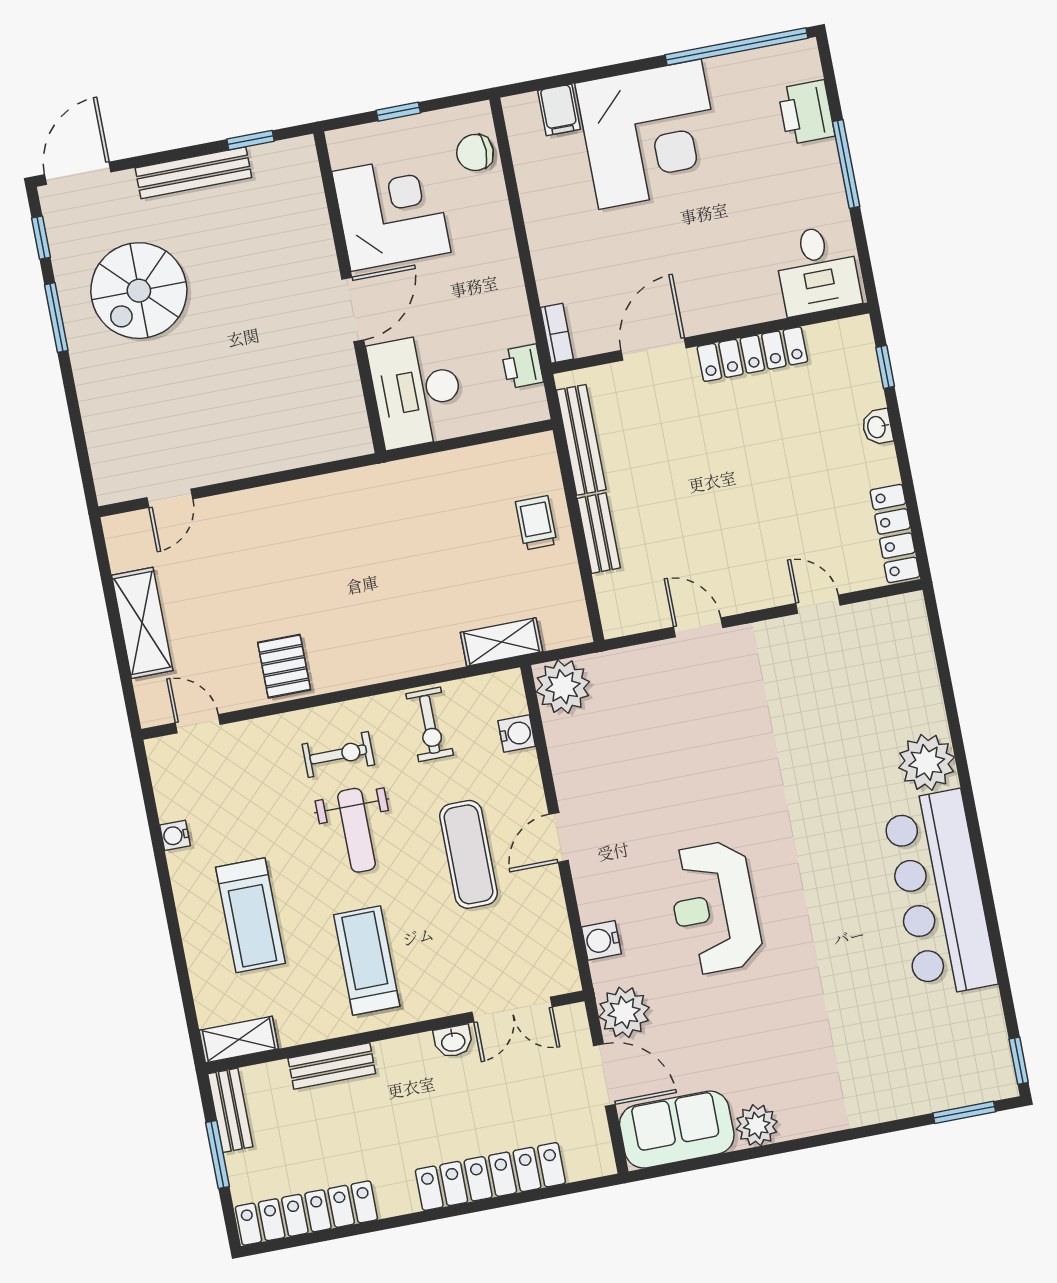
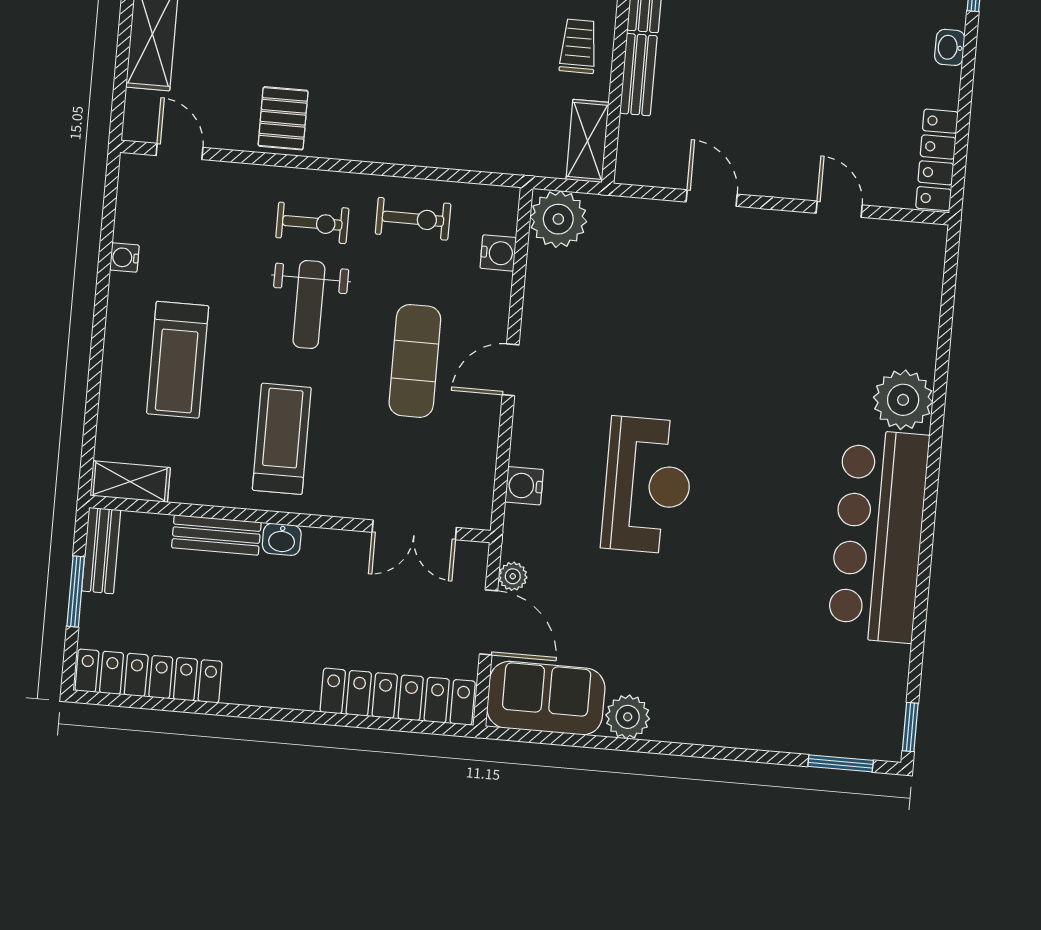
shelving: (501, 642) -> (587, 141), moved, turned 90
exercise bike: (430, 724) -> (413, 219), turned -90
reception desk: (714, 908) -> (648, 485), turned 180
plant: (624, 1012) -> (513, 576), width x0.53, depth x0.53
washbasin: (453, 1041) -> (282, 539), moved
locker: (490, 1177) -> (398, 697), moved

